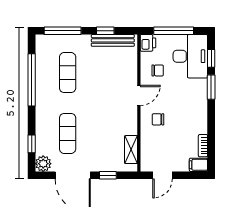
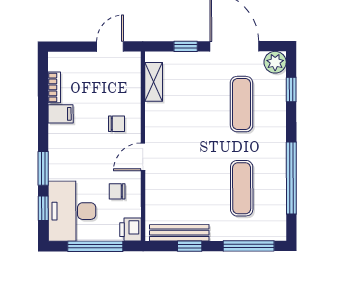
filing cabinet: (198, 165) -> (61, 114), moved

